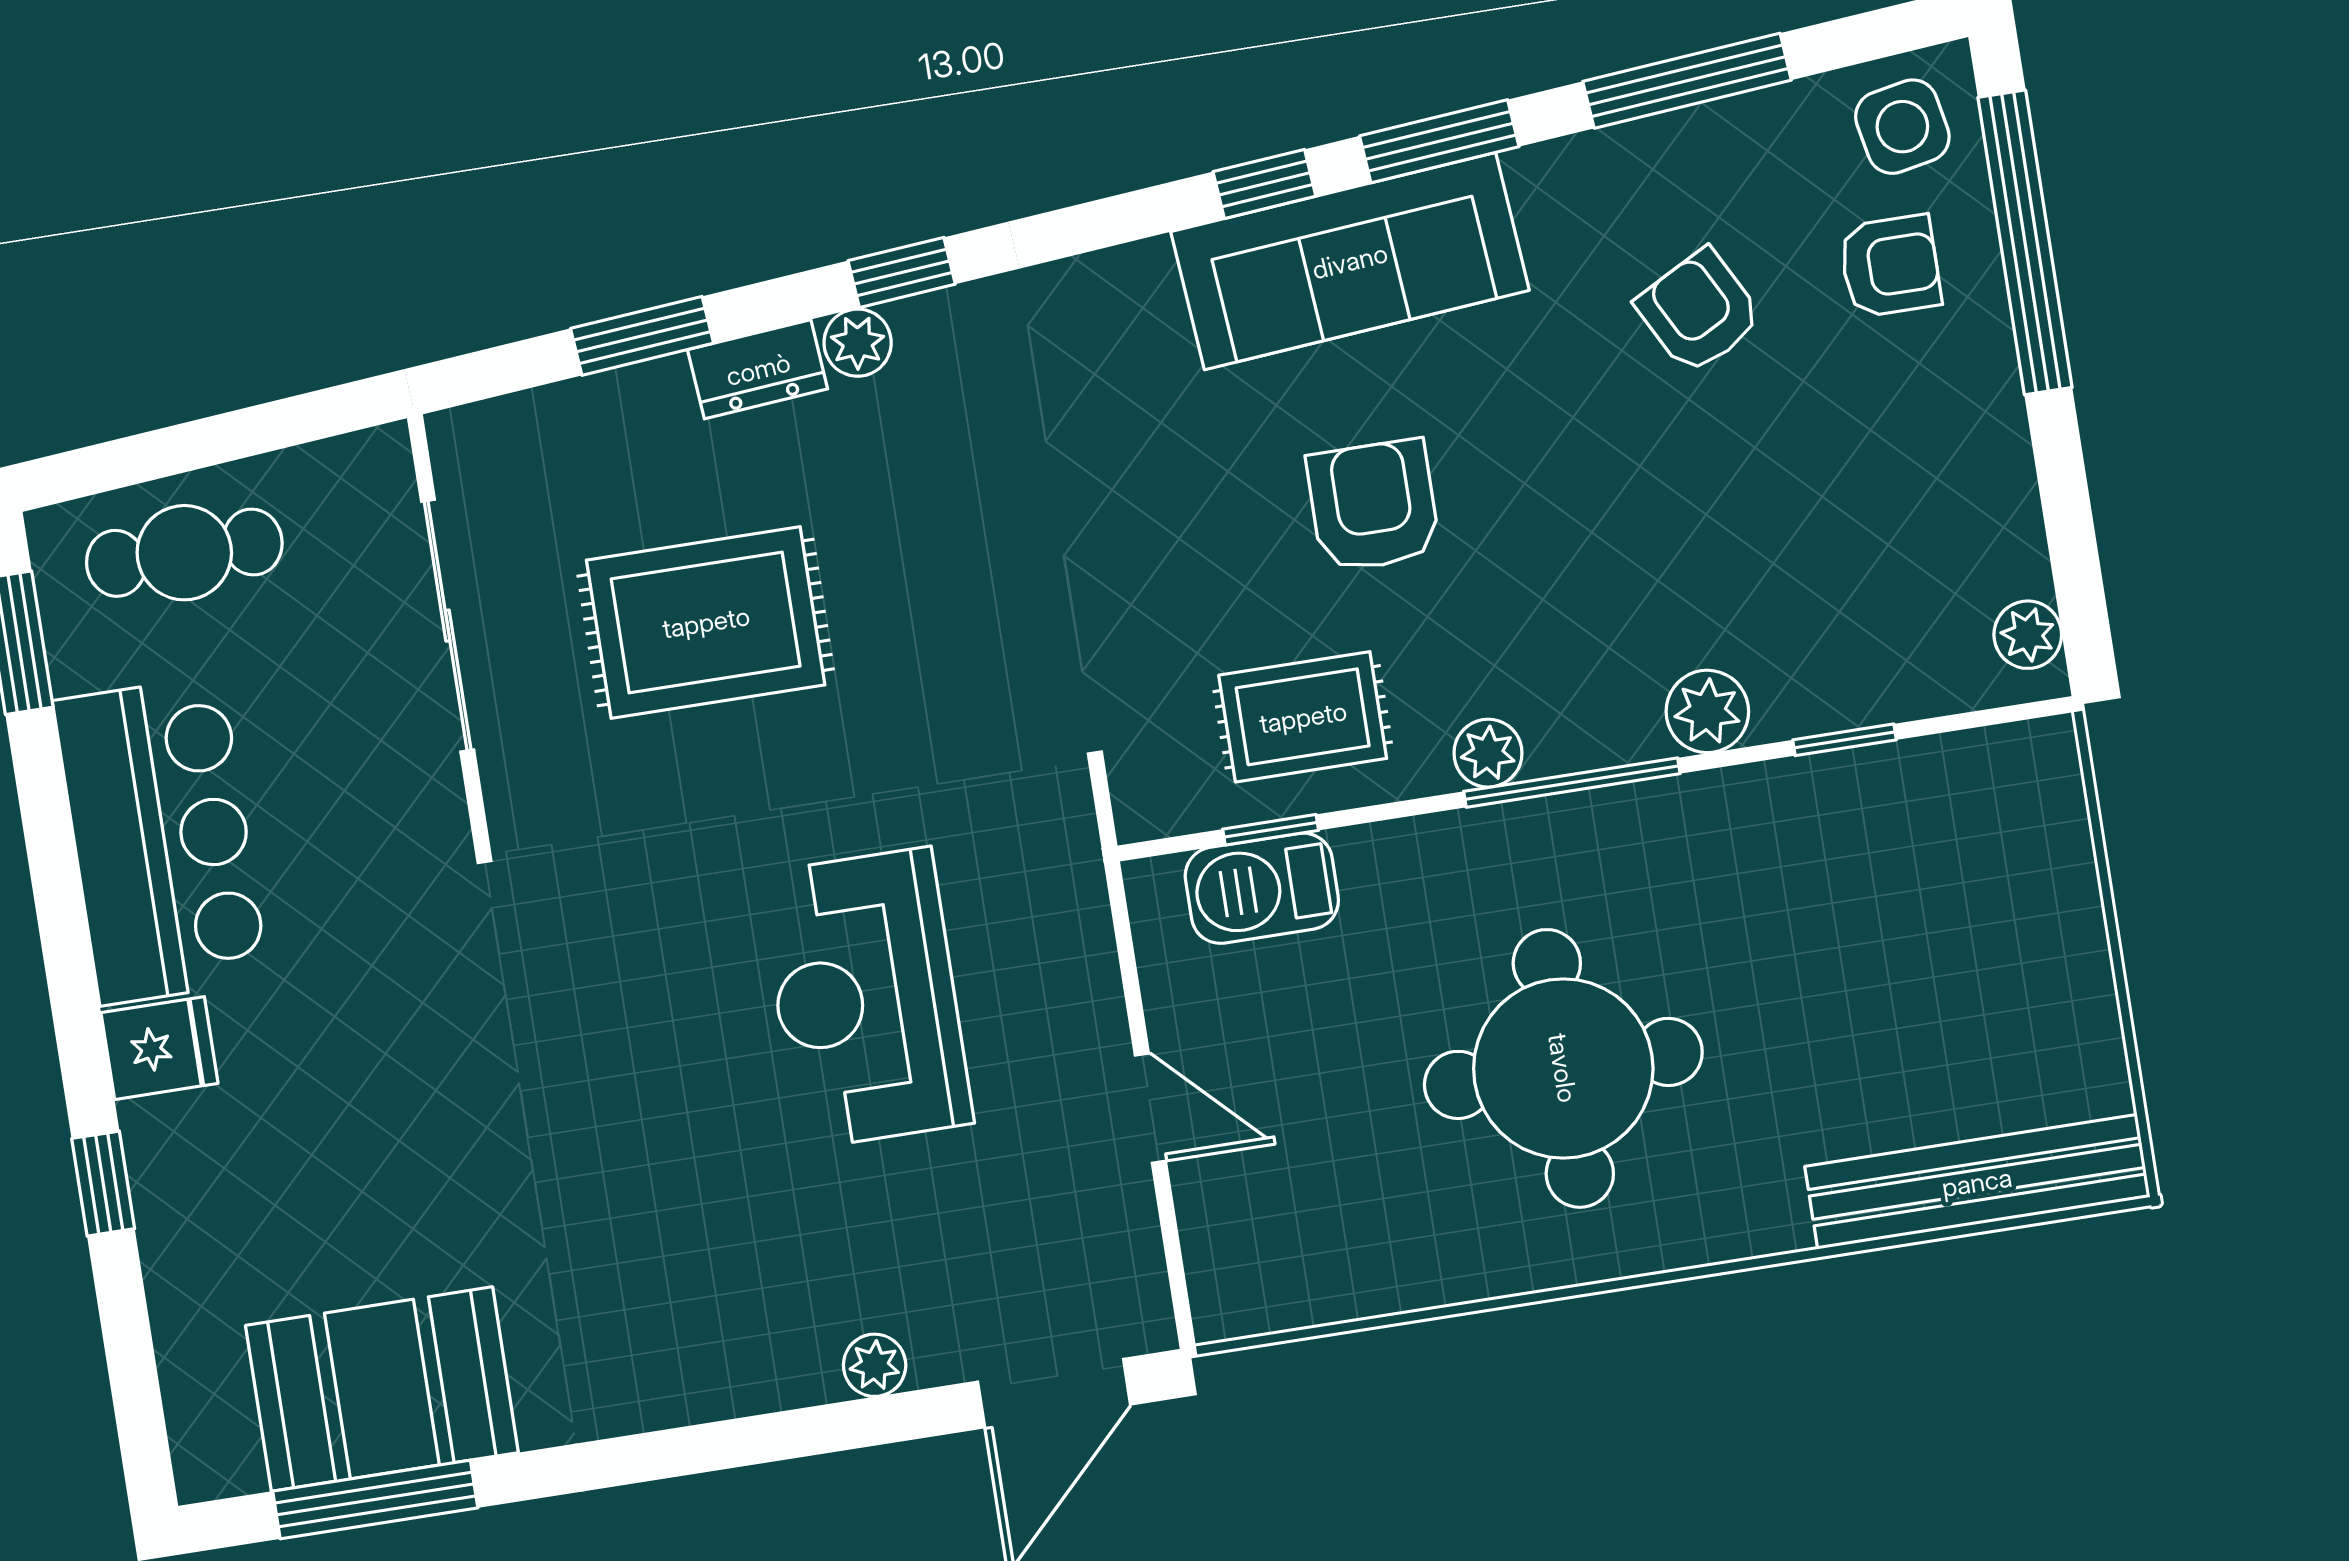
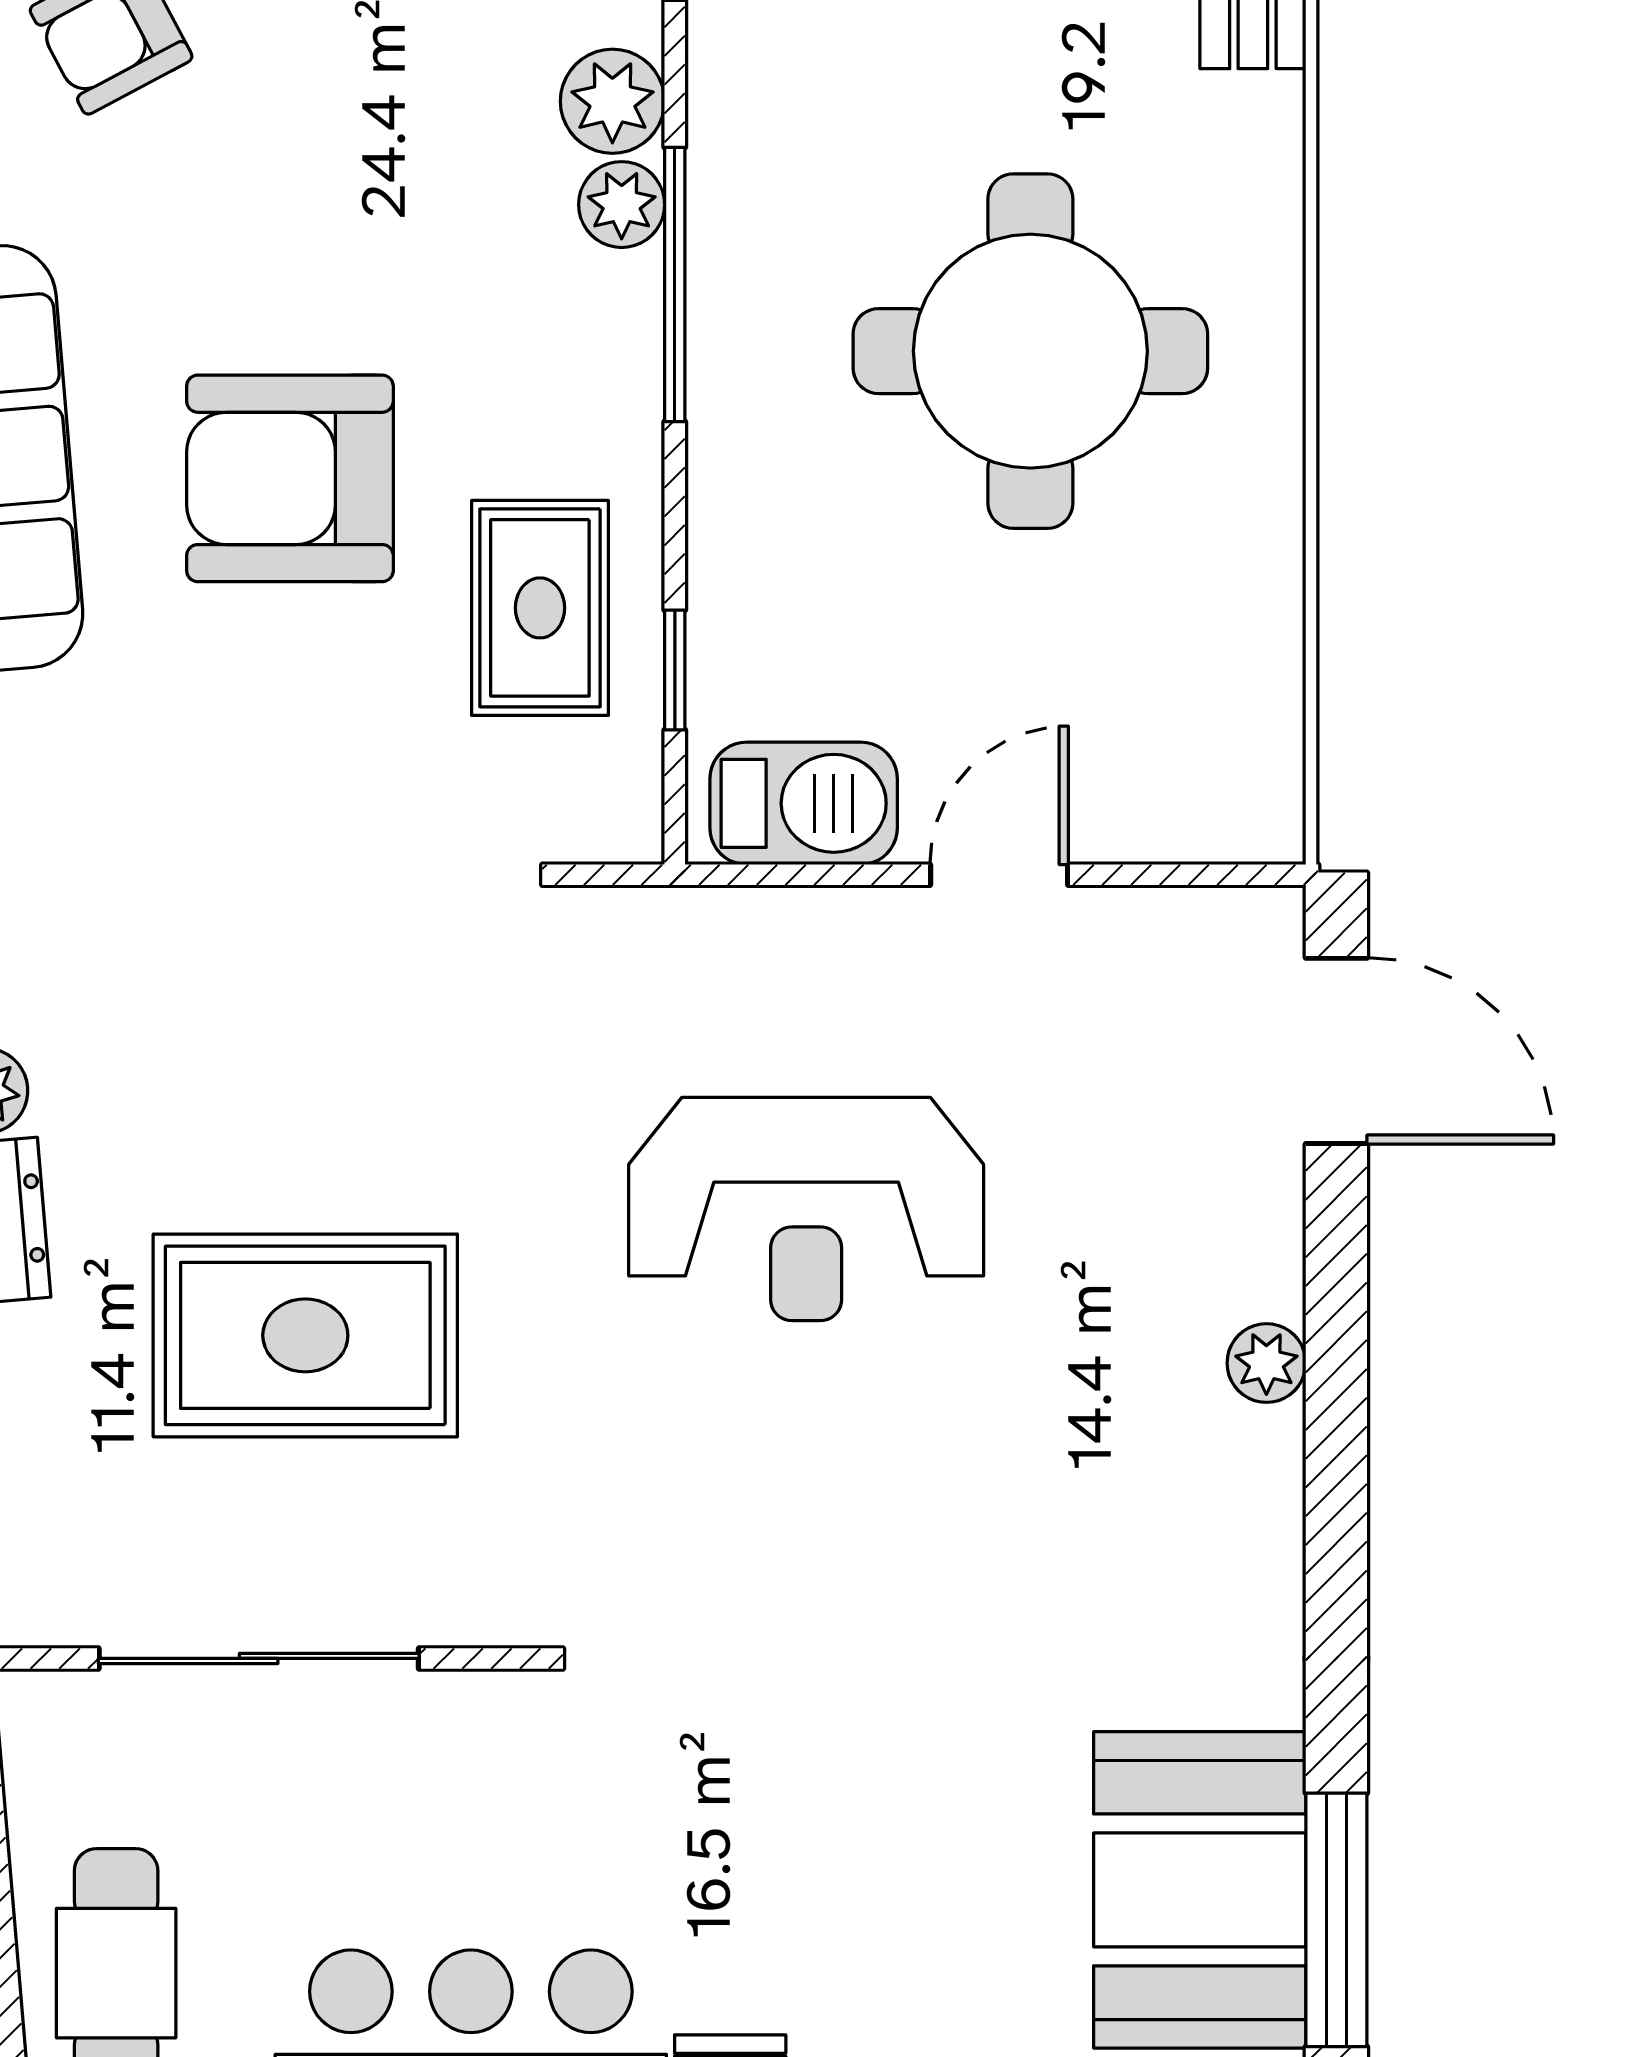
armchair: (1373, 506) -> (290, 478), width x1.36, depth x1.36
rug: (706, 622) -> (305, 1335), turned 90
plant: (1488, 753) -> (622, 205), moved
barbecue: (1262, 888) -> (804, 803), moved, turned -90
plant: (875, 1365) -> (1266, 1363), moved

